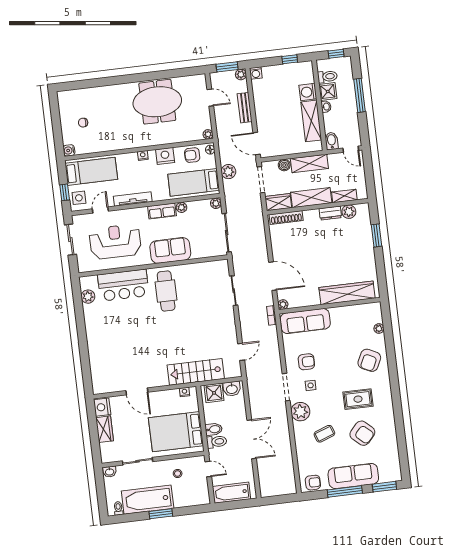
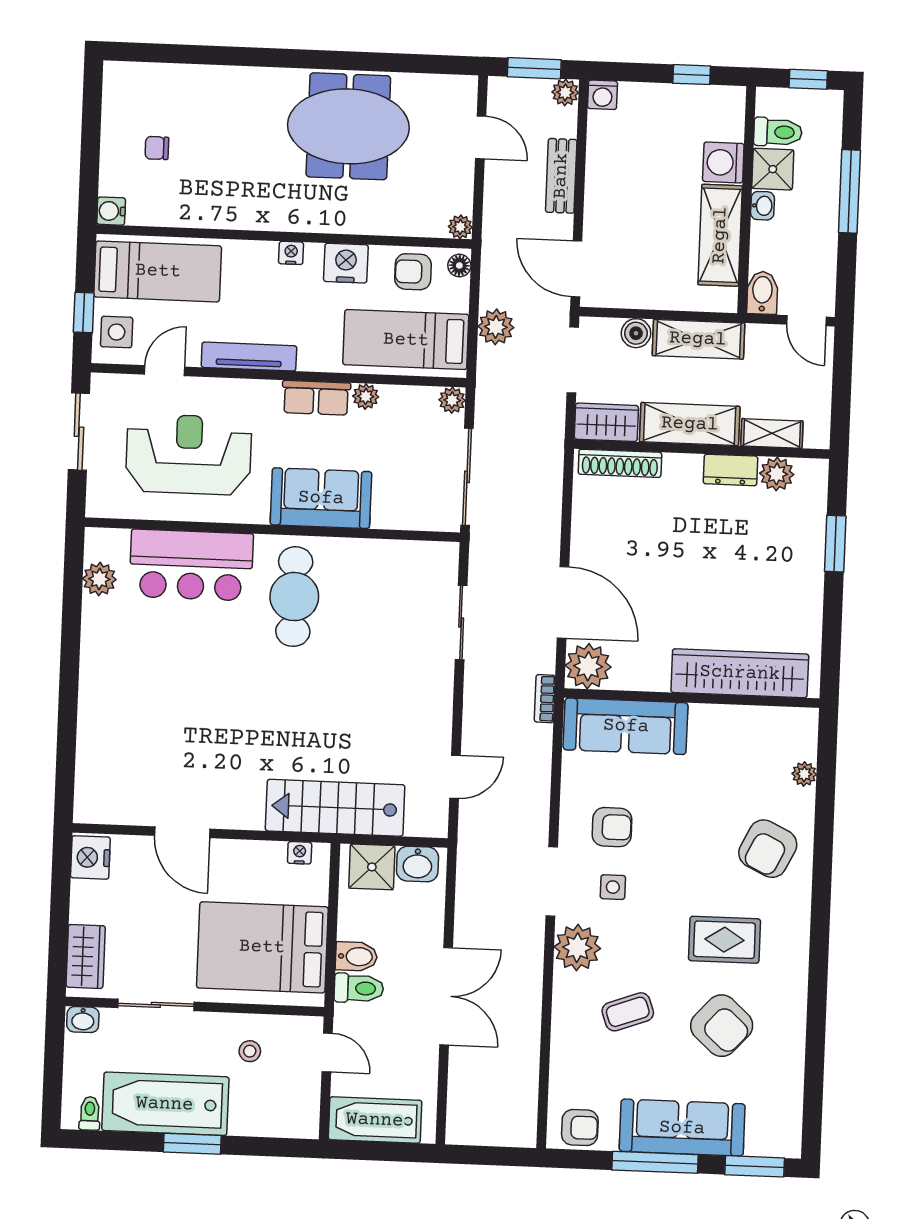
plant: (283, 305) -> (588, 666), width x1.88, depth x1.88
wardrobe: (105, 429) -> (86, 956), moved

